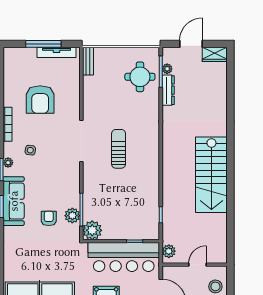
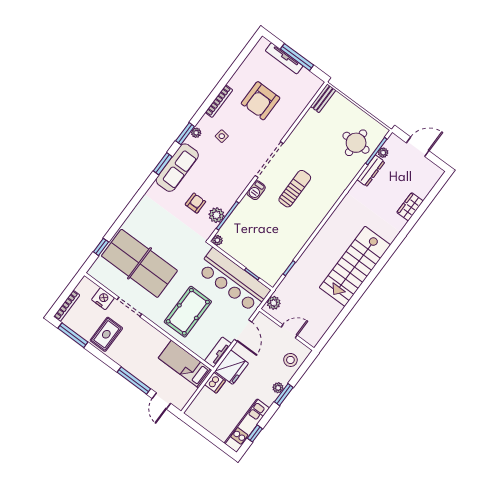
tv unit: (57, 52) -> (284, 58), moved
wardrobe: (215, 54) -> (410, 207), moved, turned 90
barbecue: (89, 173) -> (256, 190), added
plant: (92, 230) -> (217, 240), width x0.53, depth x0.53

